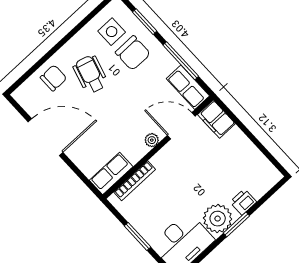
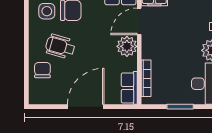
door: (46, 137) -> (86, 107), moved
plant: (152, 140) -> (127, 46), width x1.87, depth x1.87

